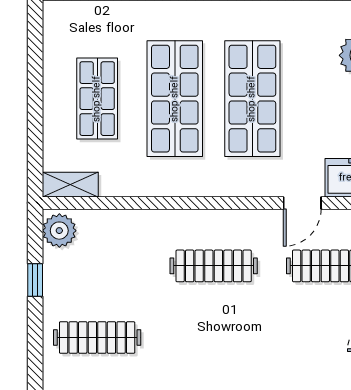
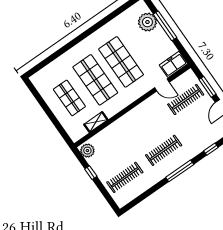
shelving: (70, 185) -> (96, 122), moved
door: (302, 203) -> (162, 85), hinge flipped
clothes rail: (214, 266) -> (164, 150), moved

